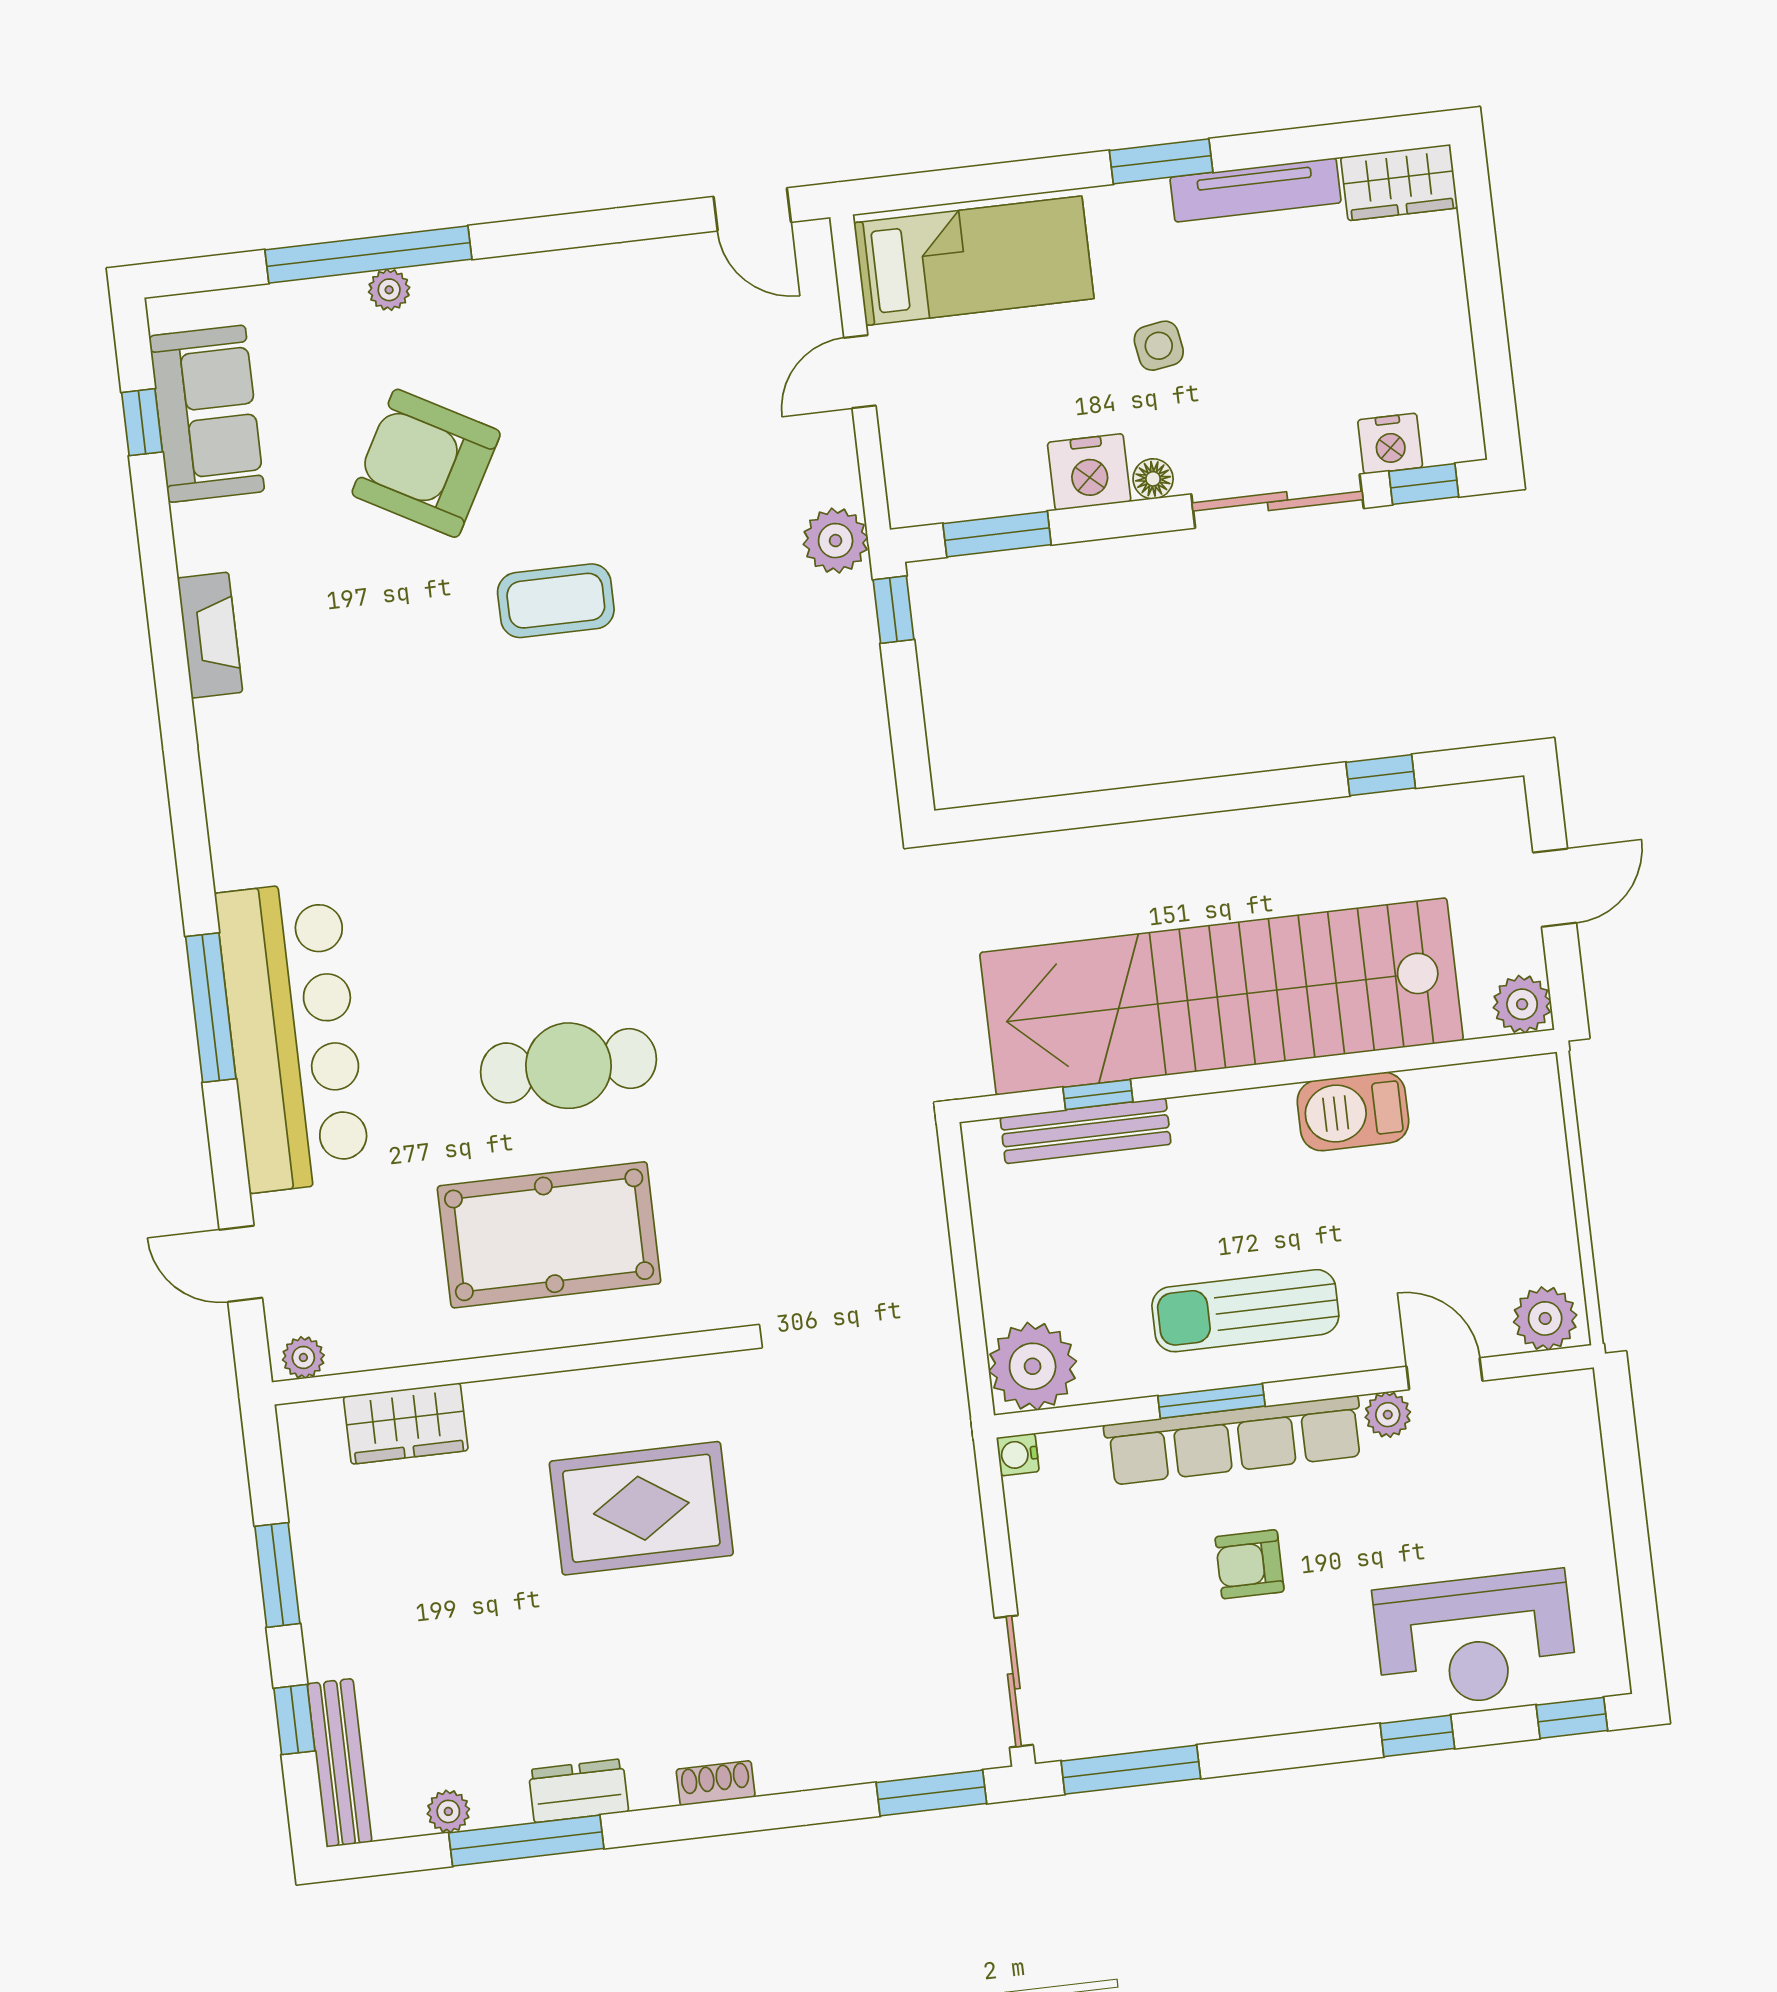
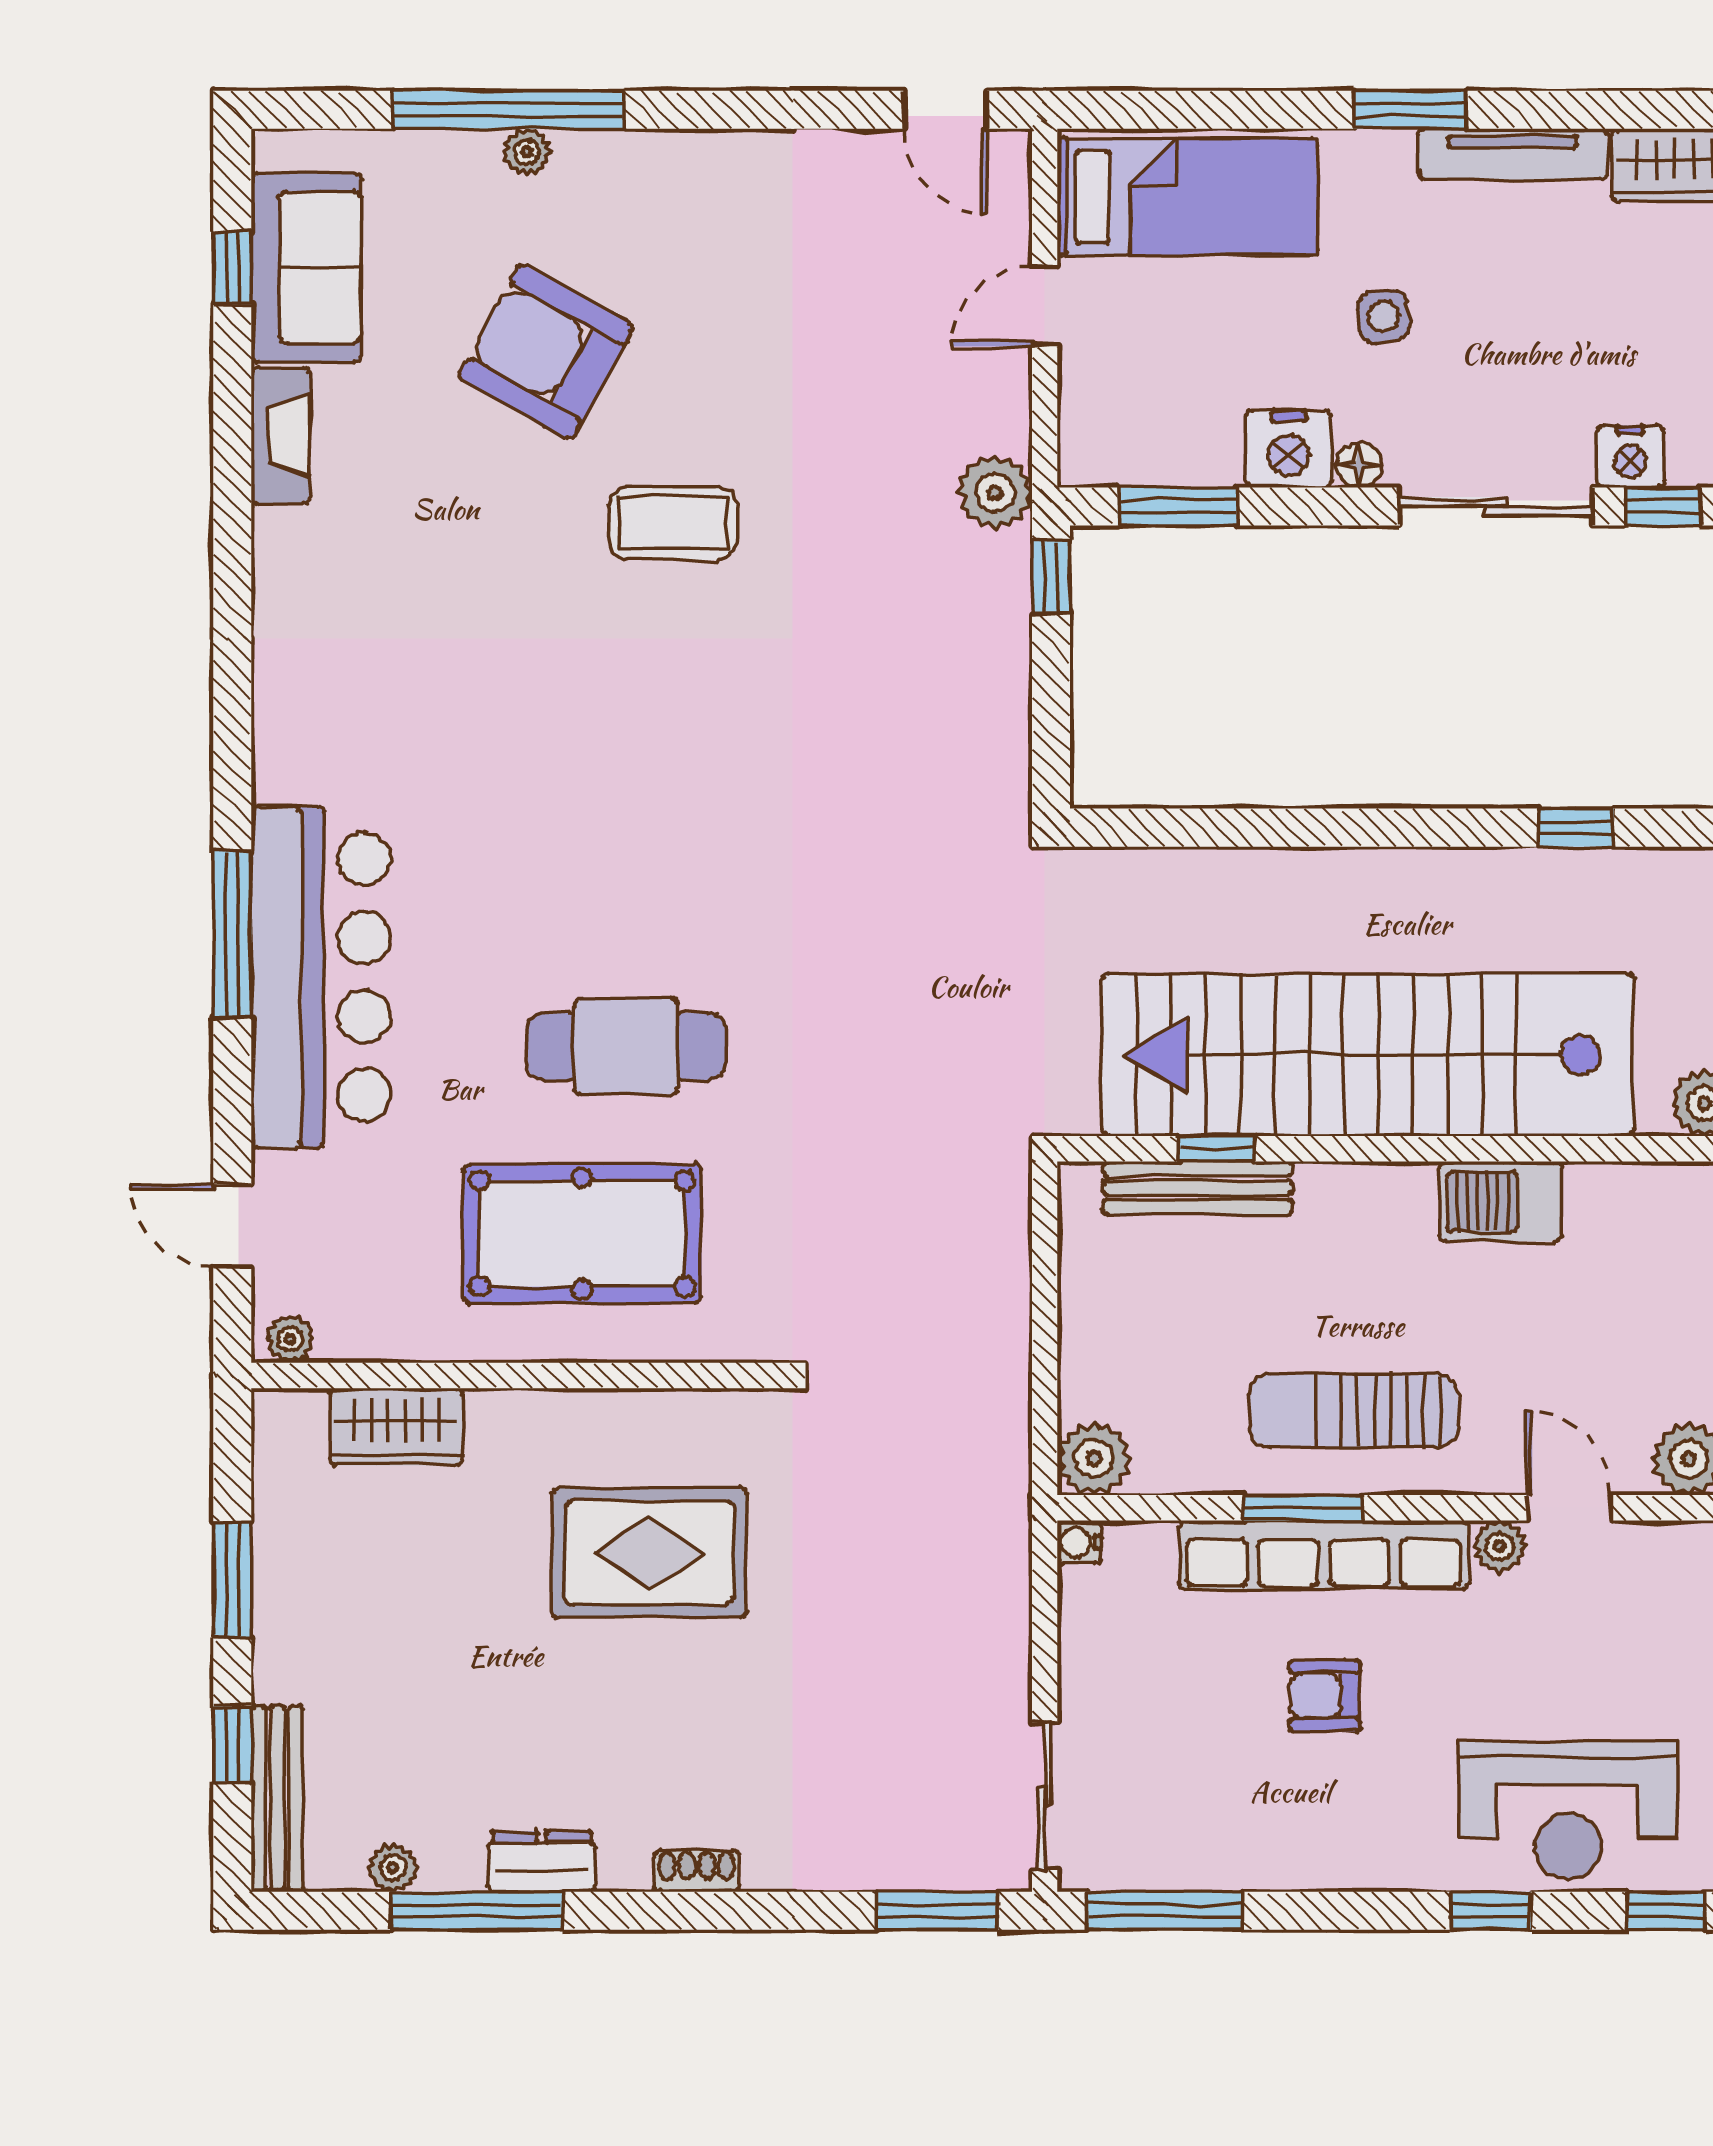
fireplace: (210, 635) -> (280, 436), moved
plant: (1033, 1366) -> (1094, 1458), width x0.73, depth x0.73

